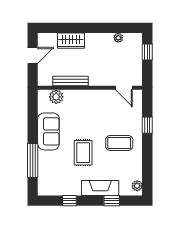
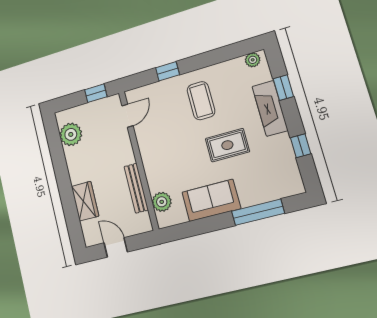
plant: (118, 38) -> (71, 134), width x1.87, depth x1.87
window: (147, 52) -> (96, 93), moved

